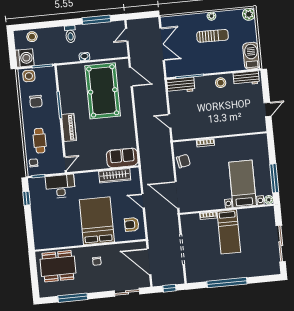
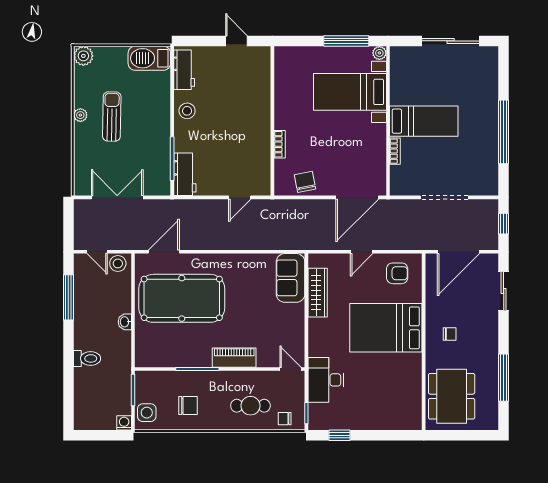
toilet: (70, 34) -> (87, 358), moved
stool: (32, 37) -> (118, 263), moved
washing machine: (25, 58) -> (124, 423), width x0.53, depth x0.53
armchair: (132, 224) -> (397, 273), turned -90

